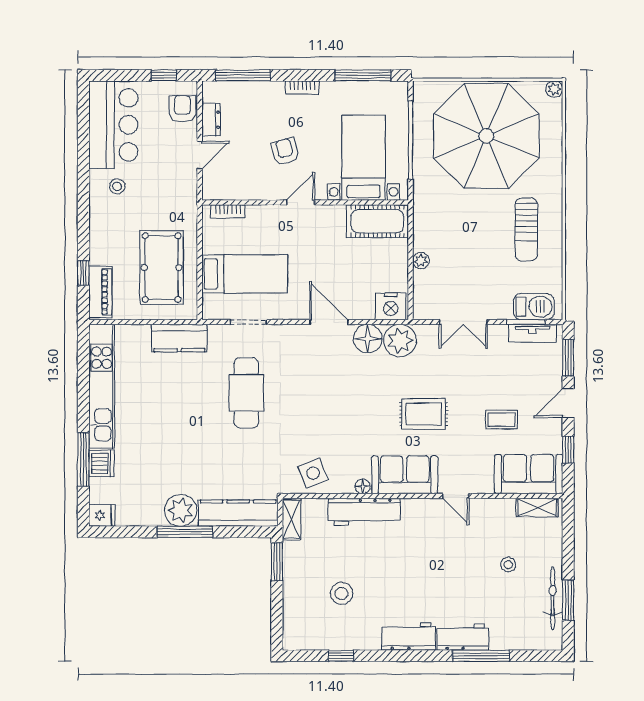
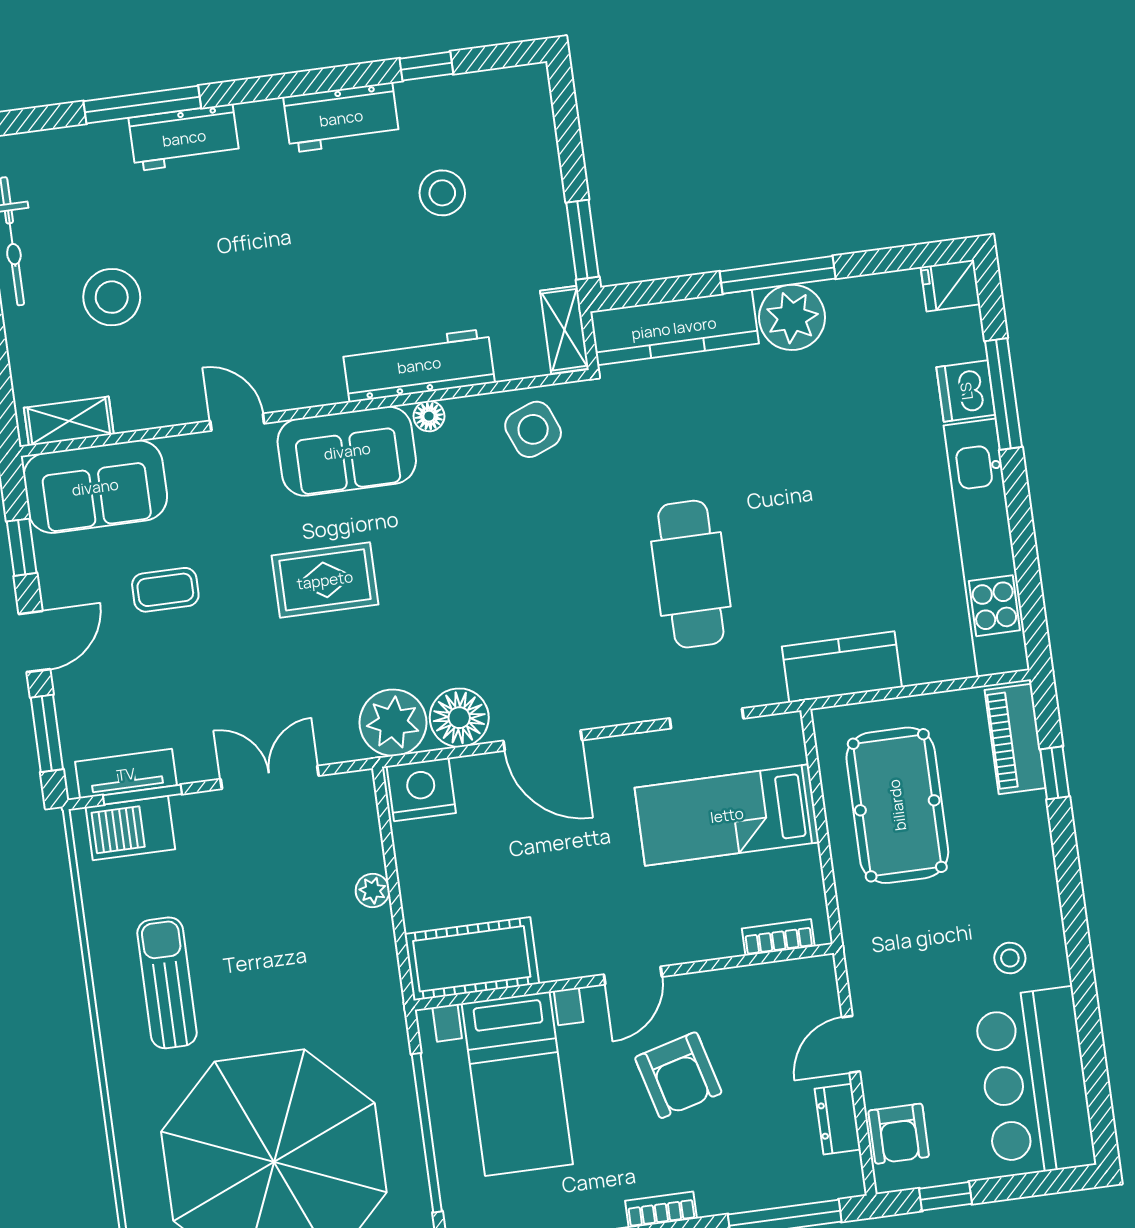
armchair: (285, 151) -> (678, 1075), width x1.38, depth x1.38
stool: (508, 565) -> (112, 297), width x1.89, depth x1.89
workbench: (409, 636) -> (341, 118), moved

